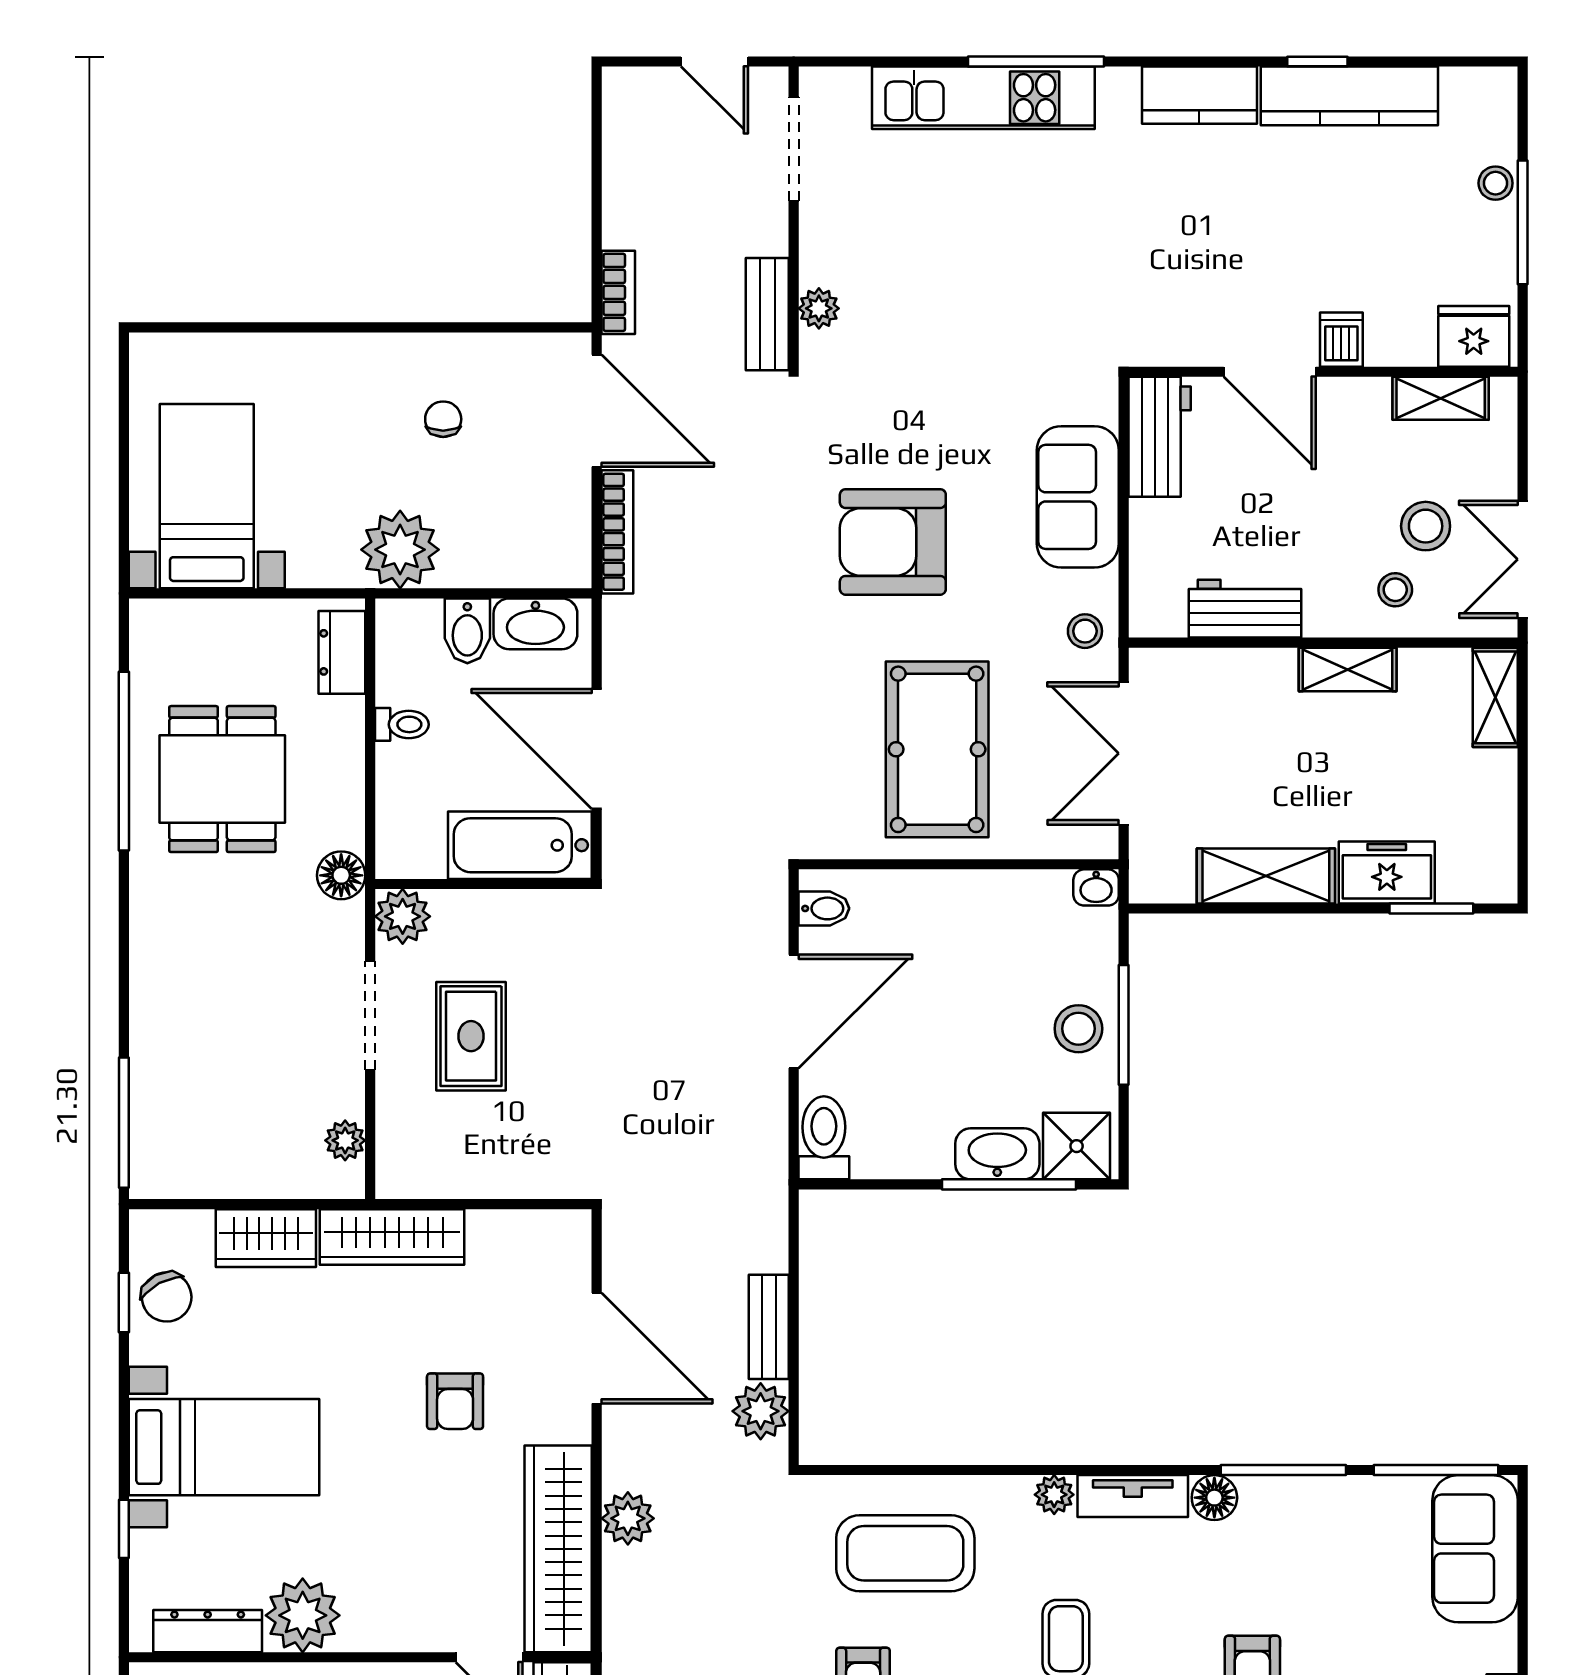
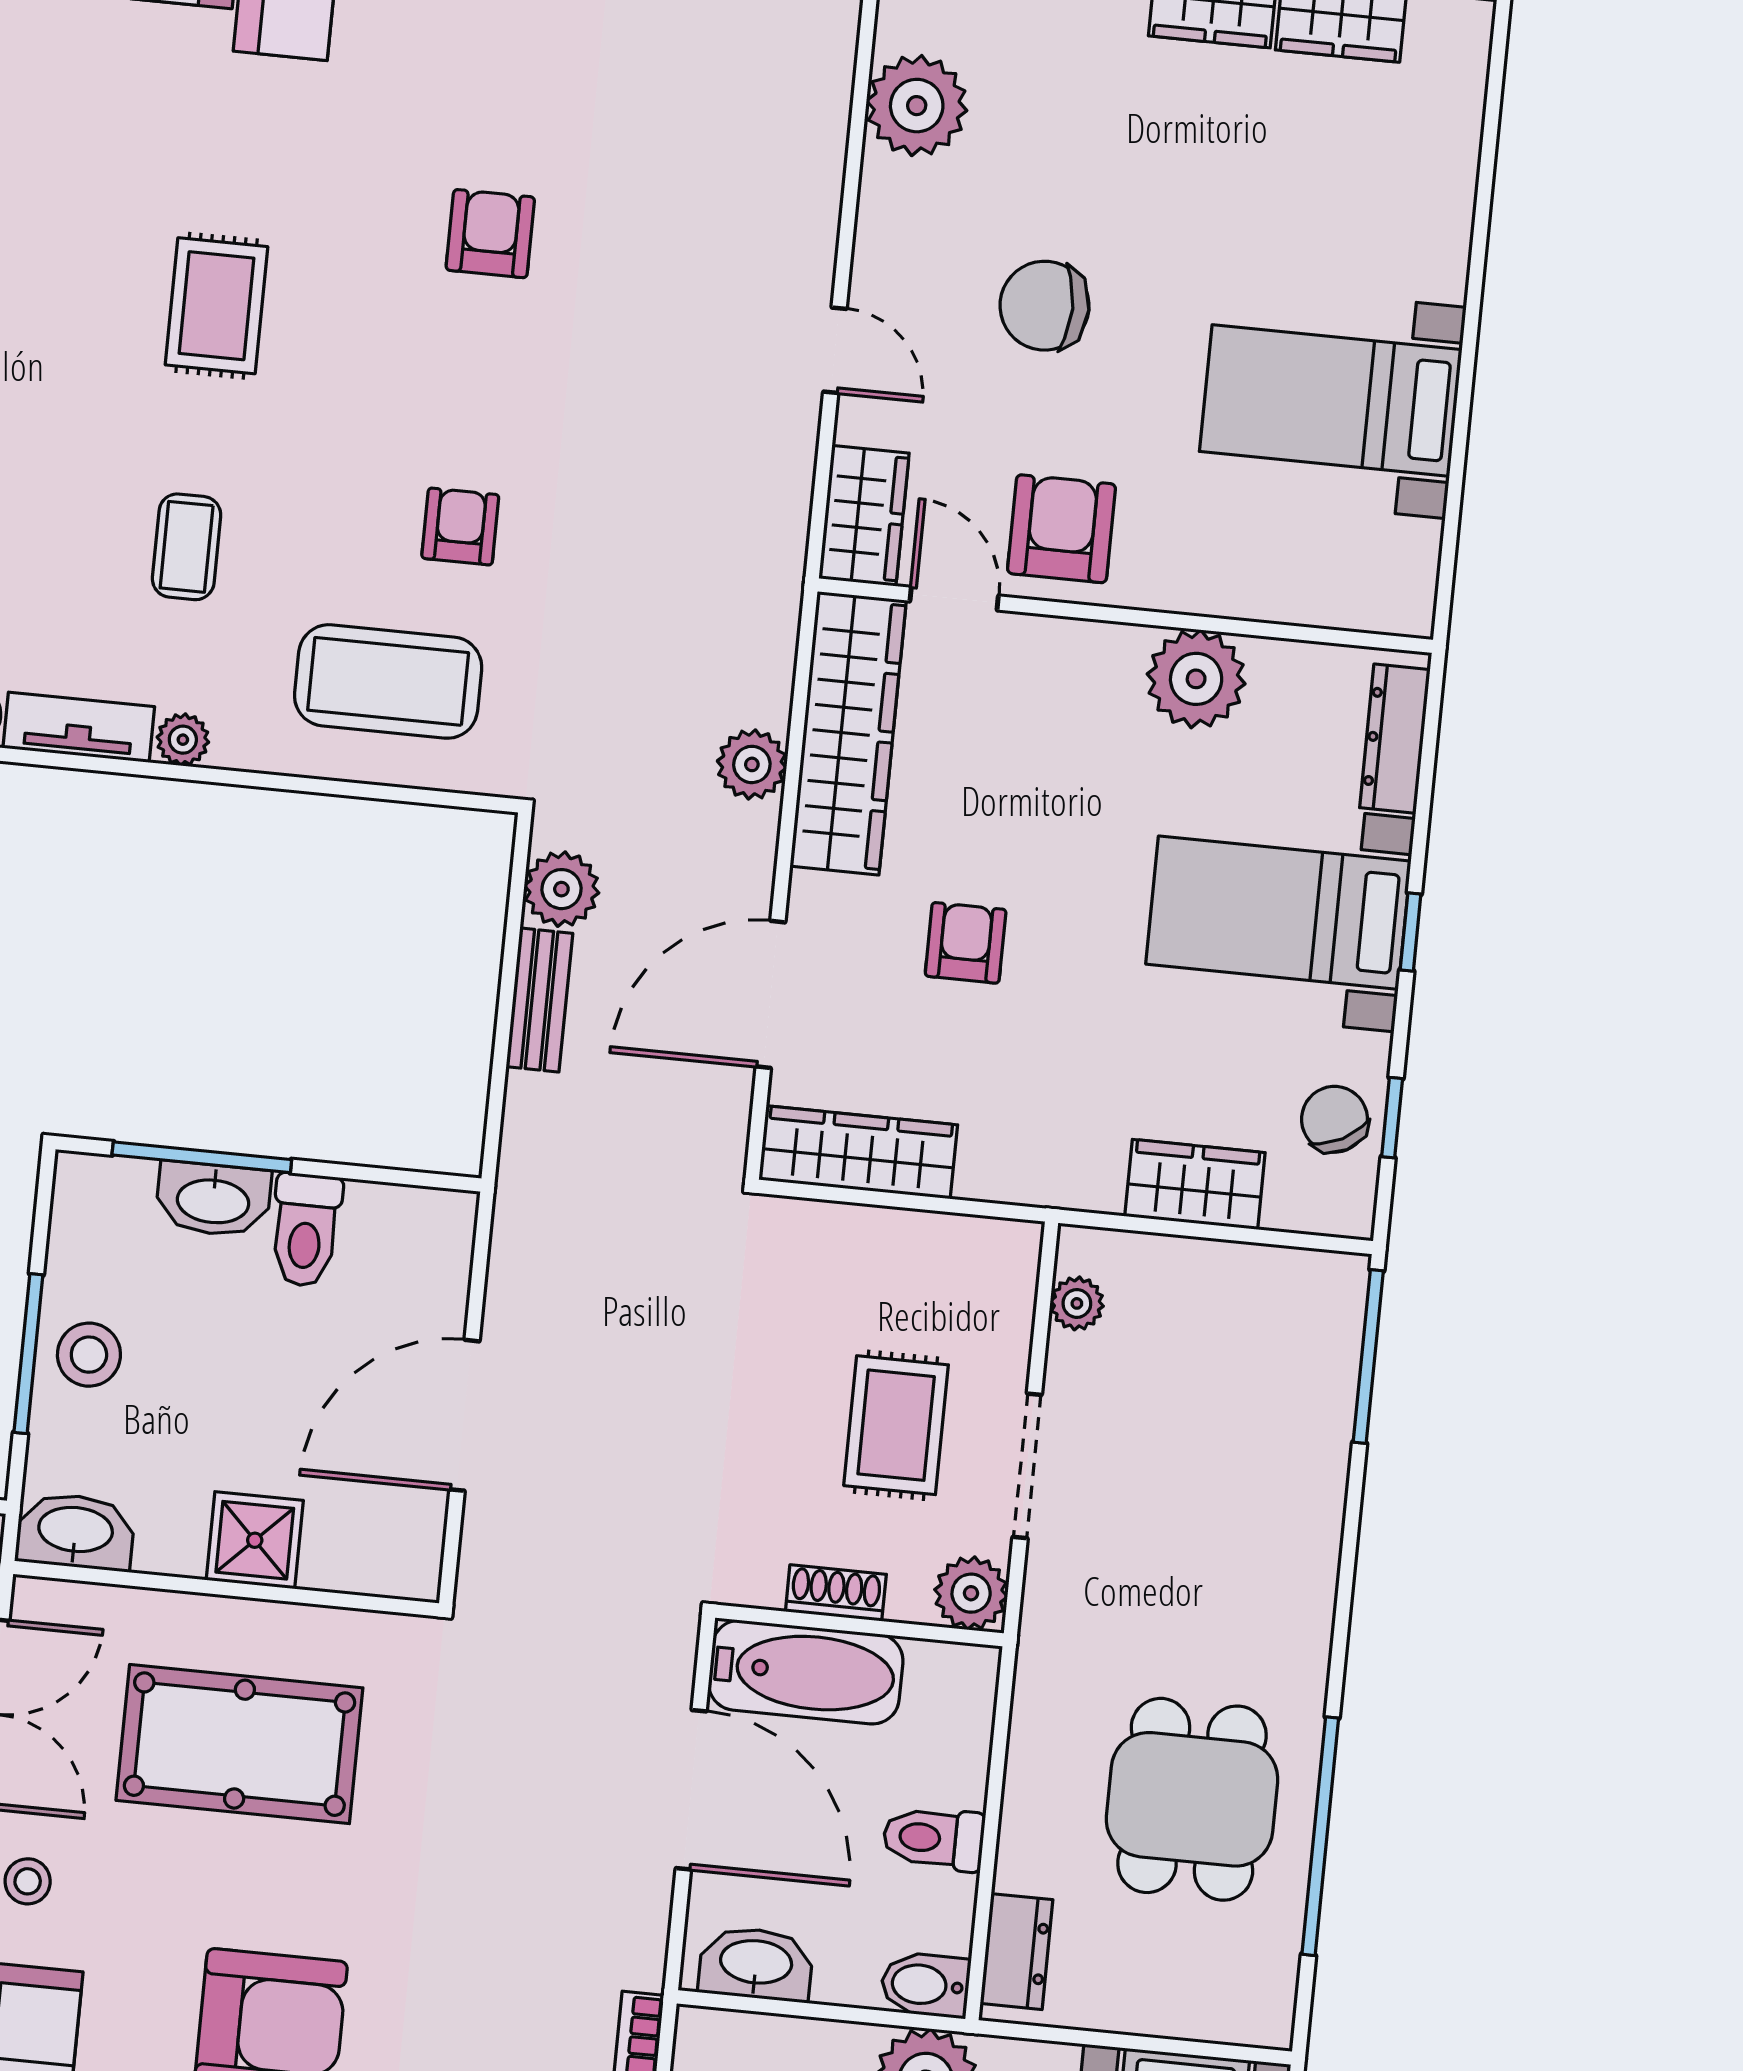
bidet: (467, 631) -> (925, 1985), moved, turned -90
toilet: (402, 724) -> (934, 1839), width x1.37, depth x1.39
pool table: (937, 749) -> (239, 1744), turned 90
floor lamp: (341, 875) -> (1047, 1656), removed
washbasin: (1096, 887) -> (75, 1532), width x1.91, depth x1.45
shoe rack: (503, 907) -> (836, 1593), added
bidet: (824, 908) -> (411, 1548), removed
toilet: (824, 1138) -> (306, 1230), moved
shower: (1077, 1146) -> (255, 1540), moved
wardrobe: (392, 1237) -> (858, 1152), moved
door: (597, 1348) -> (771, 994), hinge flipped
window: (124, 1529) -> (1411, 932), moved
dresser: (208, 1631) -> (1395, 739), moved, turned 90

